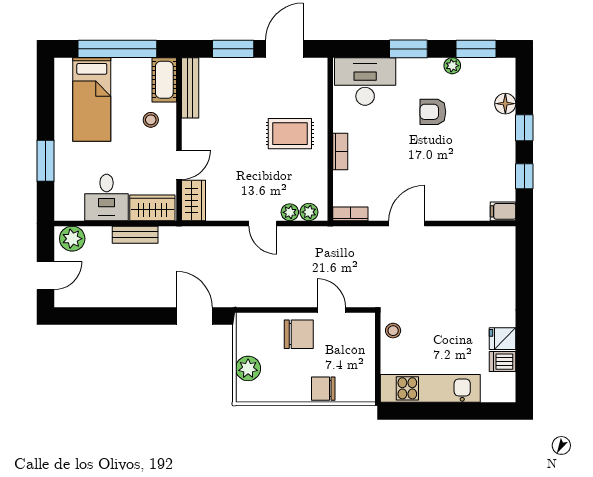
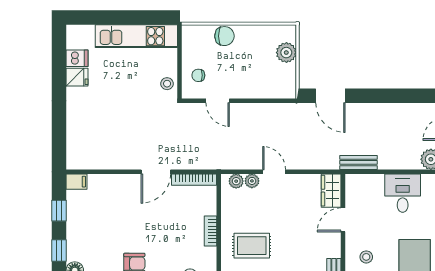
wardrobe: (152, 208) -> (365, 185), removed
bookcase: (350, 214) -> (194, 180), width x1.56
bench: (135, 235) -> (359, 162), moved
chair: (299, 334) -> (198, 75), moved, width x0.54, depth x0.54

